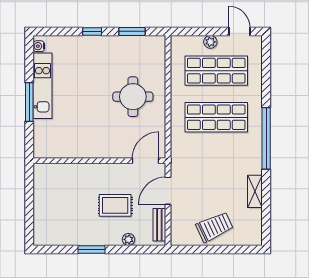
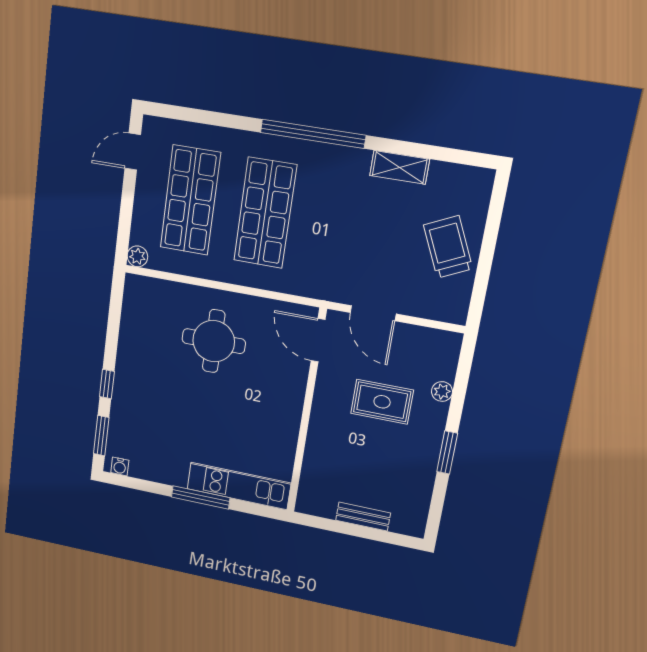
window: (132, 31) -> (101, 436), moved
plant: (210, 42) -> (137, 256), moved
kitchen unit: (43, 86) -> (239, 486), moved
rug: (115, 205) -> (382, 402), turned 90
bench: (159, 225) -> (363, 517), moved

